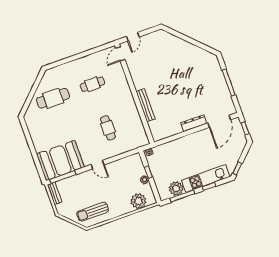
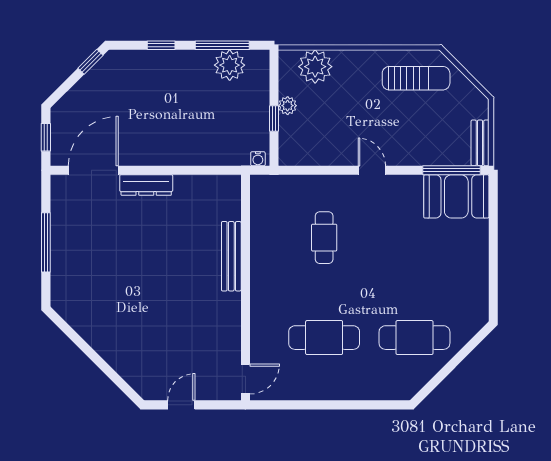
door: (133, 37) -> (181, 405), moved
cafe table: (92, 84) -> (324, 338), width x1.37, depth x1.35
booth: (60, 161) -> (456, 196), width x0.73, depth x0.70
kitchen unit: (206, 178) -> (162, 64), removed

